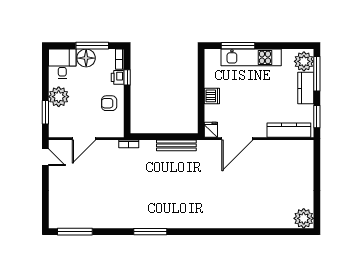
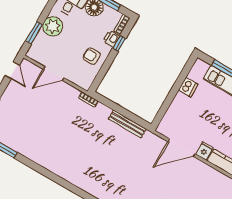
dishwasher: (212, 96) -> (188, 87), moved
fridge: (211, 130) -> (204, 151), moved
window: (150, 232) -> (64, 183), removed

